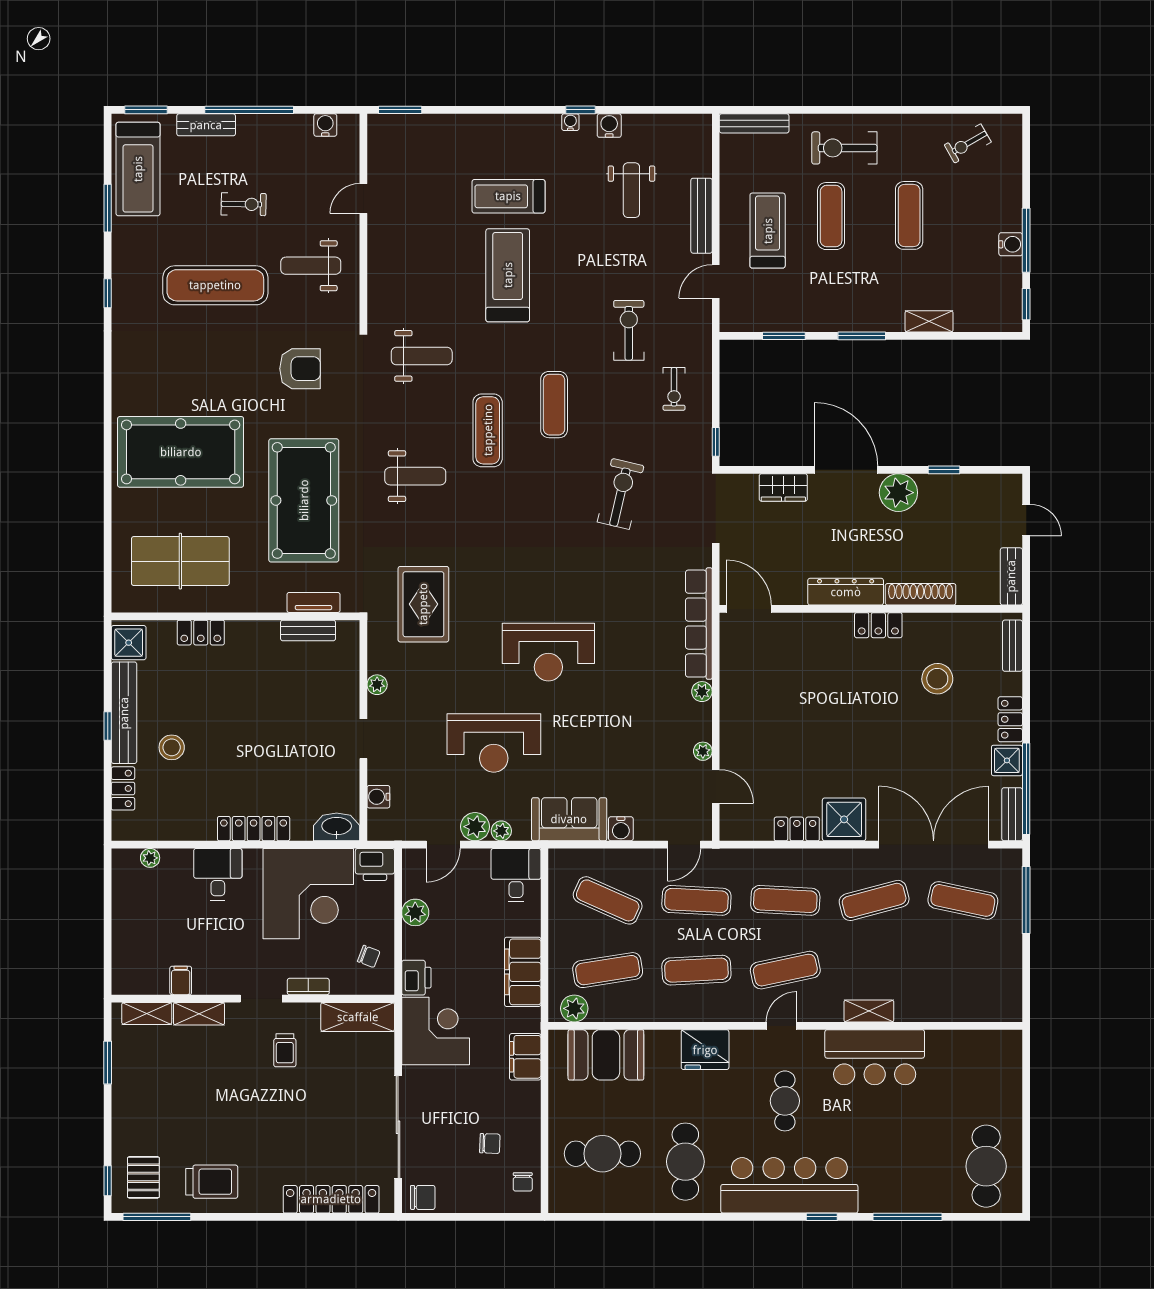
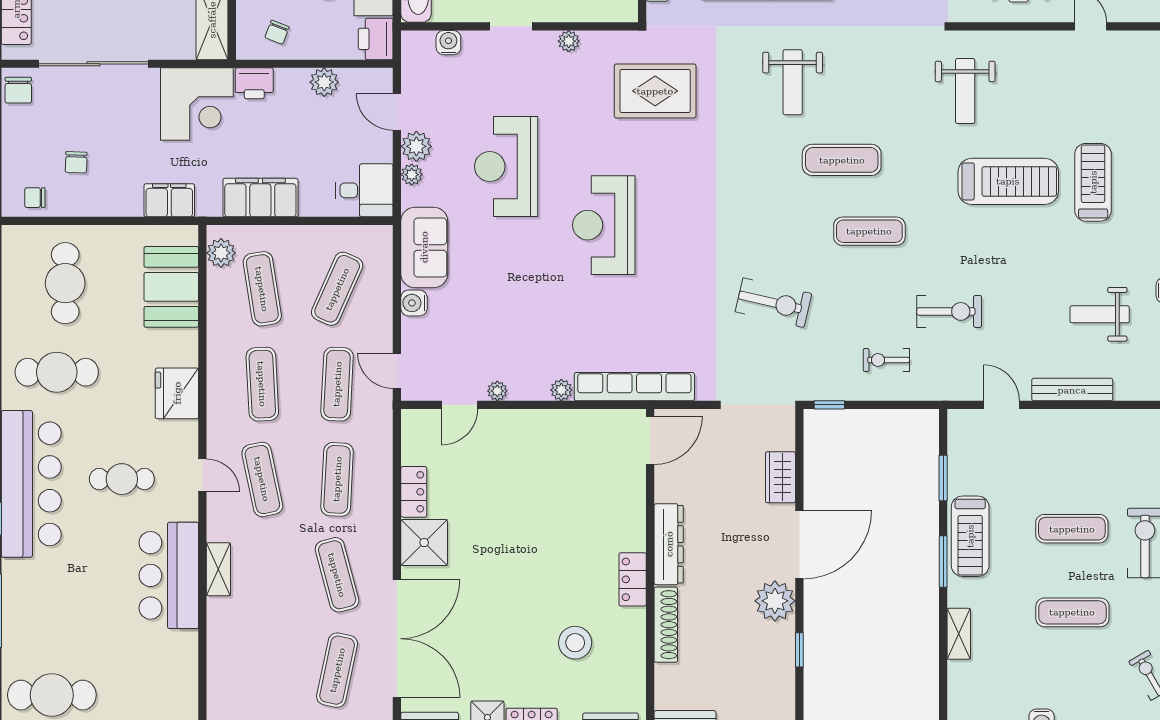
treadmill: (768, 231) -> (970, 536), moved, turned 90
weight bench: (422, 356) -> (965, 91), moved

